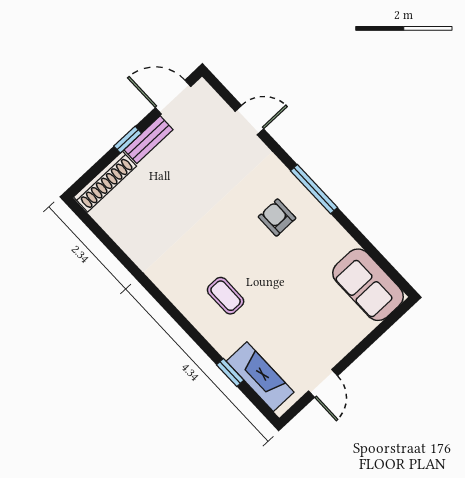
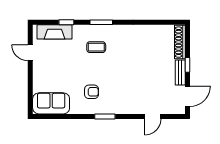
window: (314, 189) -> (105, 116), width x0.69
armchair: (277, 217) -> (92, 92), moved
window: (183, 322) -> (101, 22), added

